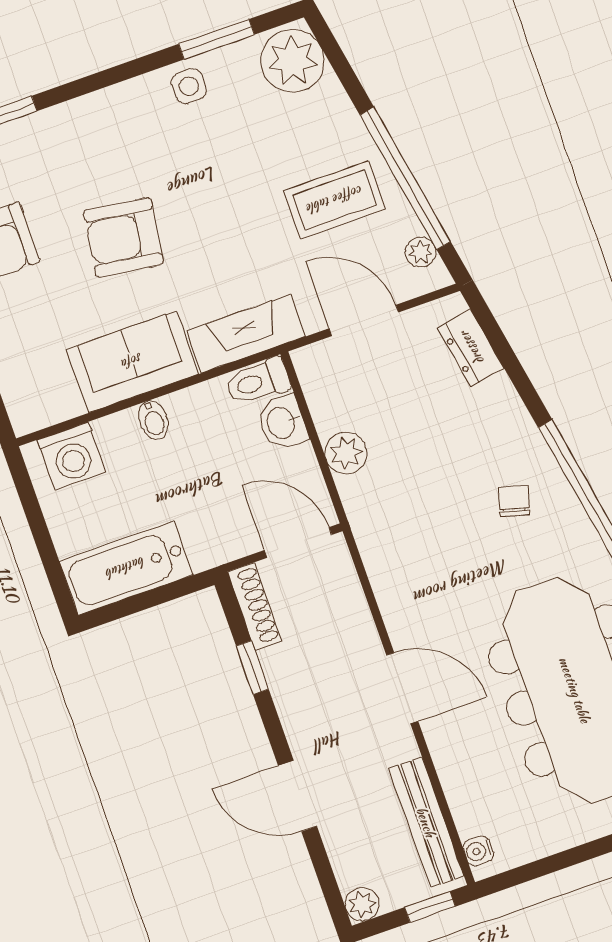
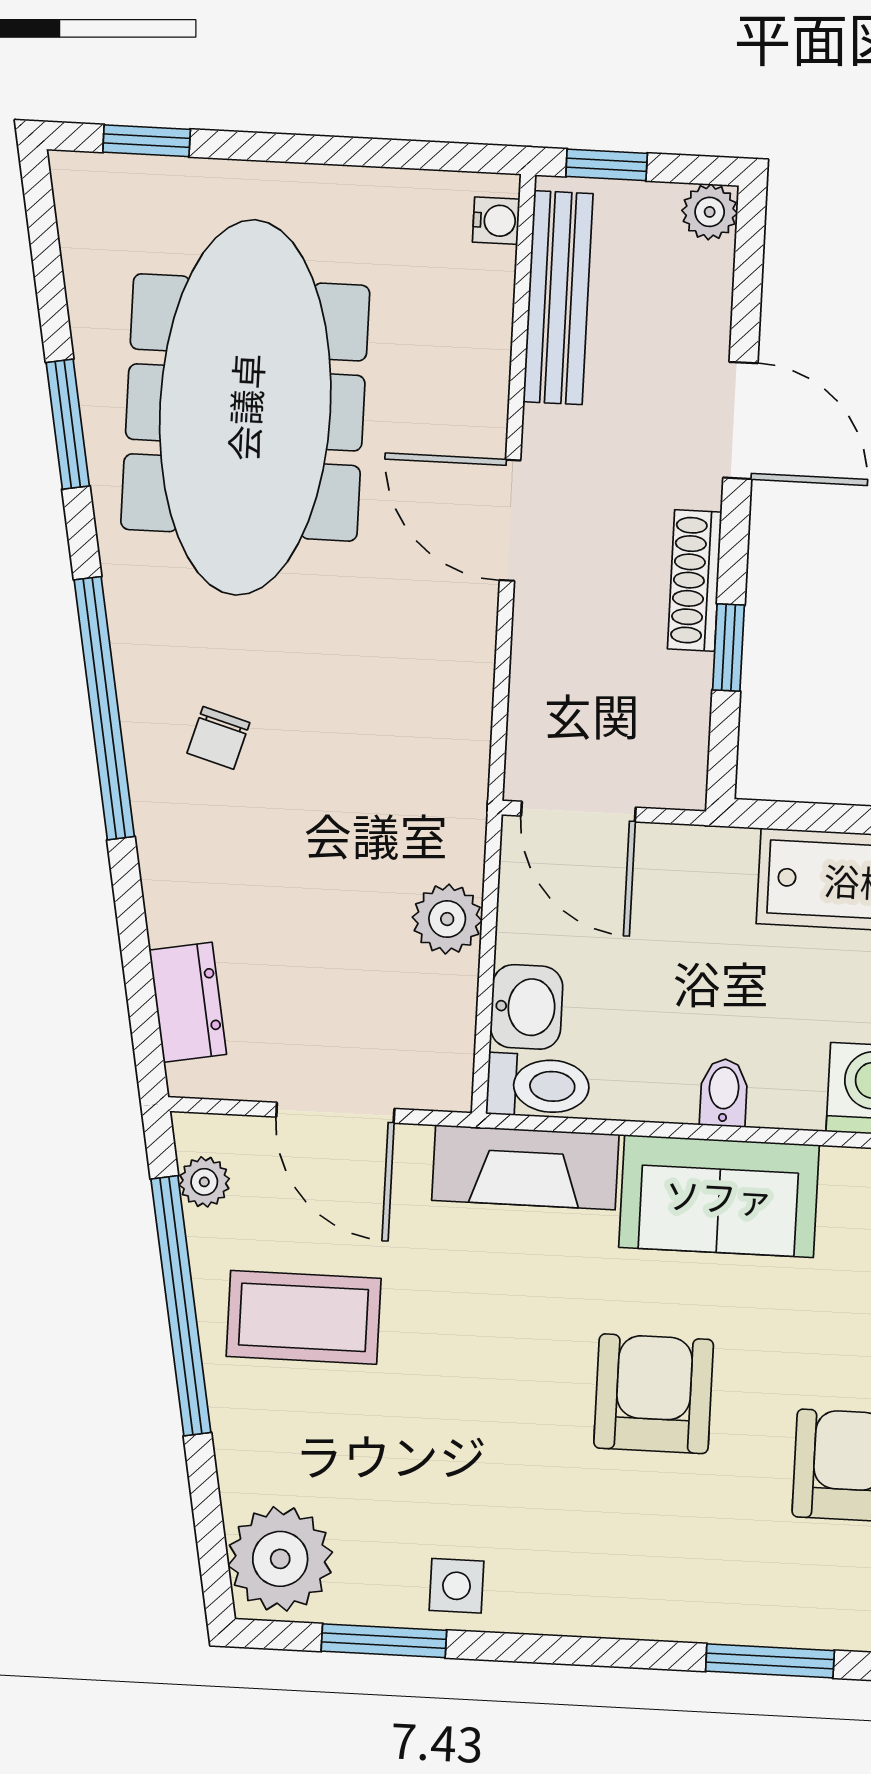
armchair: (124, 237) -> (654, 1394), turned -98
shoe rack: (254, 606) -> (695, 580), moved

